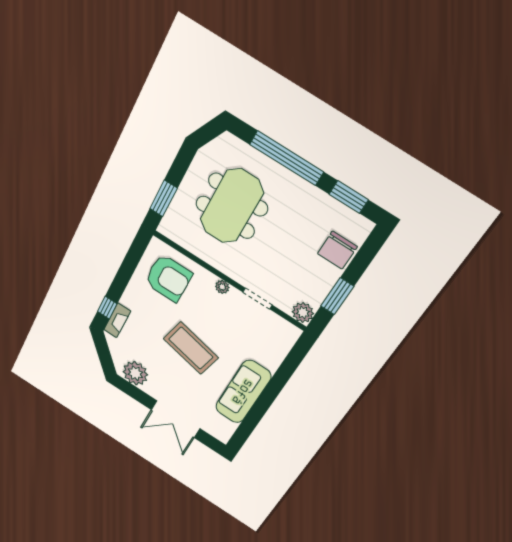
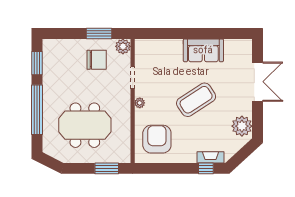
chair: (337, 250) -> (97, 60), moved
coffee table: (191, 348) -> (196, 100), turned 44
sofa: (243, 392) -> (203, 50), width x0.73

